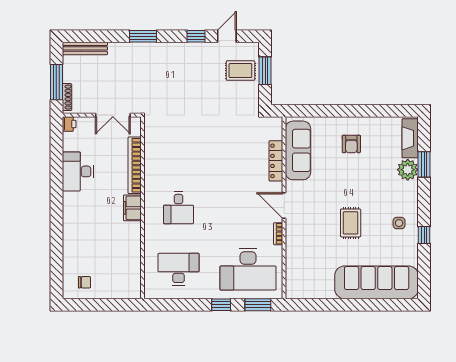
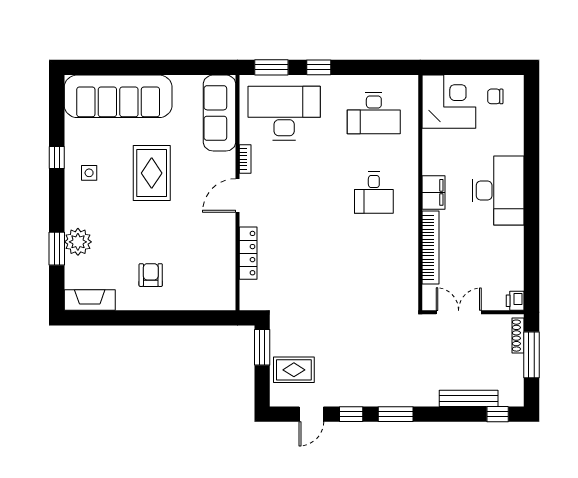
window: (83, 36) -> (498, 414), added
window: (143, 36) -> (396, 414), moved
bench: (85, 48) -> (469, 398), moved
window: (265, 71) -> (262, 347), moved
fireplace: (410, 138) -> (90, 300), moved, turned -90
sofa: (298, 150) -> (220, 113), moved
desk: (78, 171) -> (498, 191), moved, width x1.36, depth x1.30
door: (284, 206) -> (238, 195), swing flipped
desk: (179, 208) -> (374, 193), turned 180
rug: (351, 223) -> (152, 173), width x1.36, depth x1.43
corner desk: (120, 278) -> (449, 102), added

